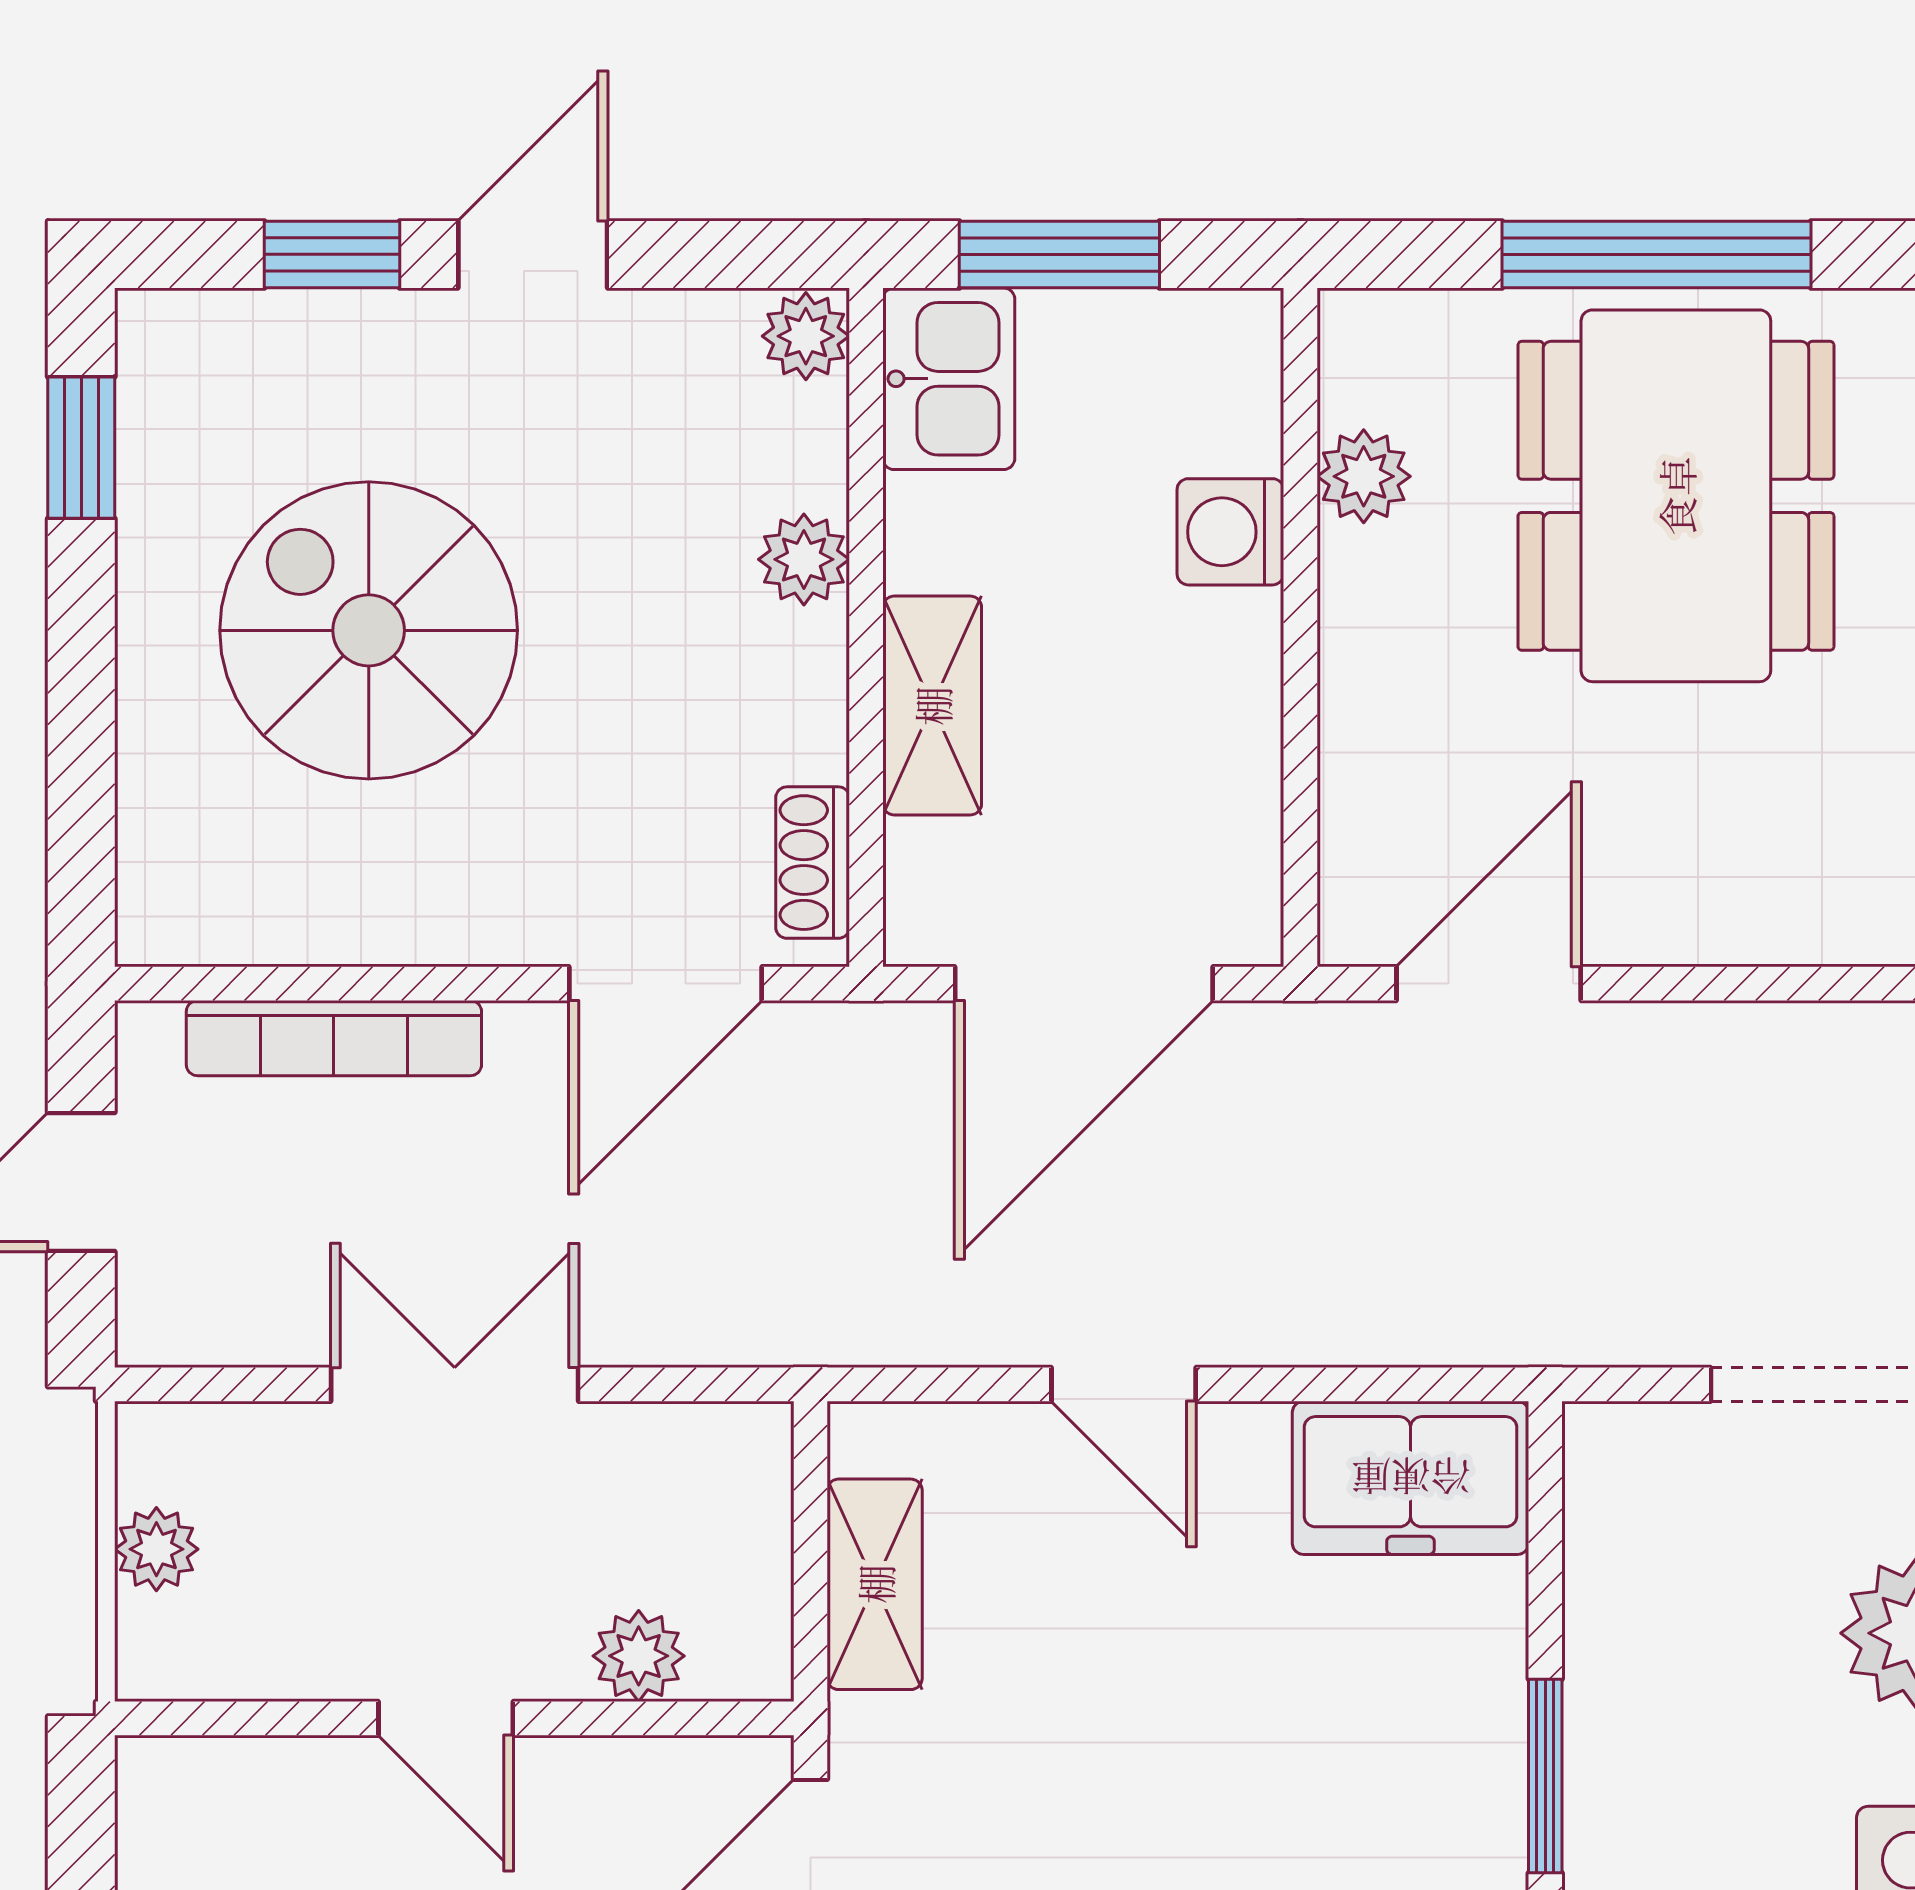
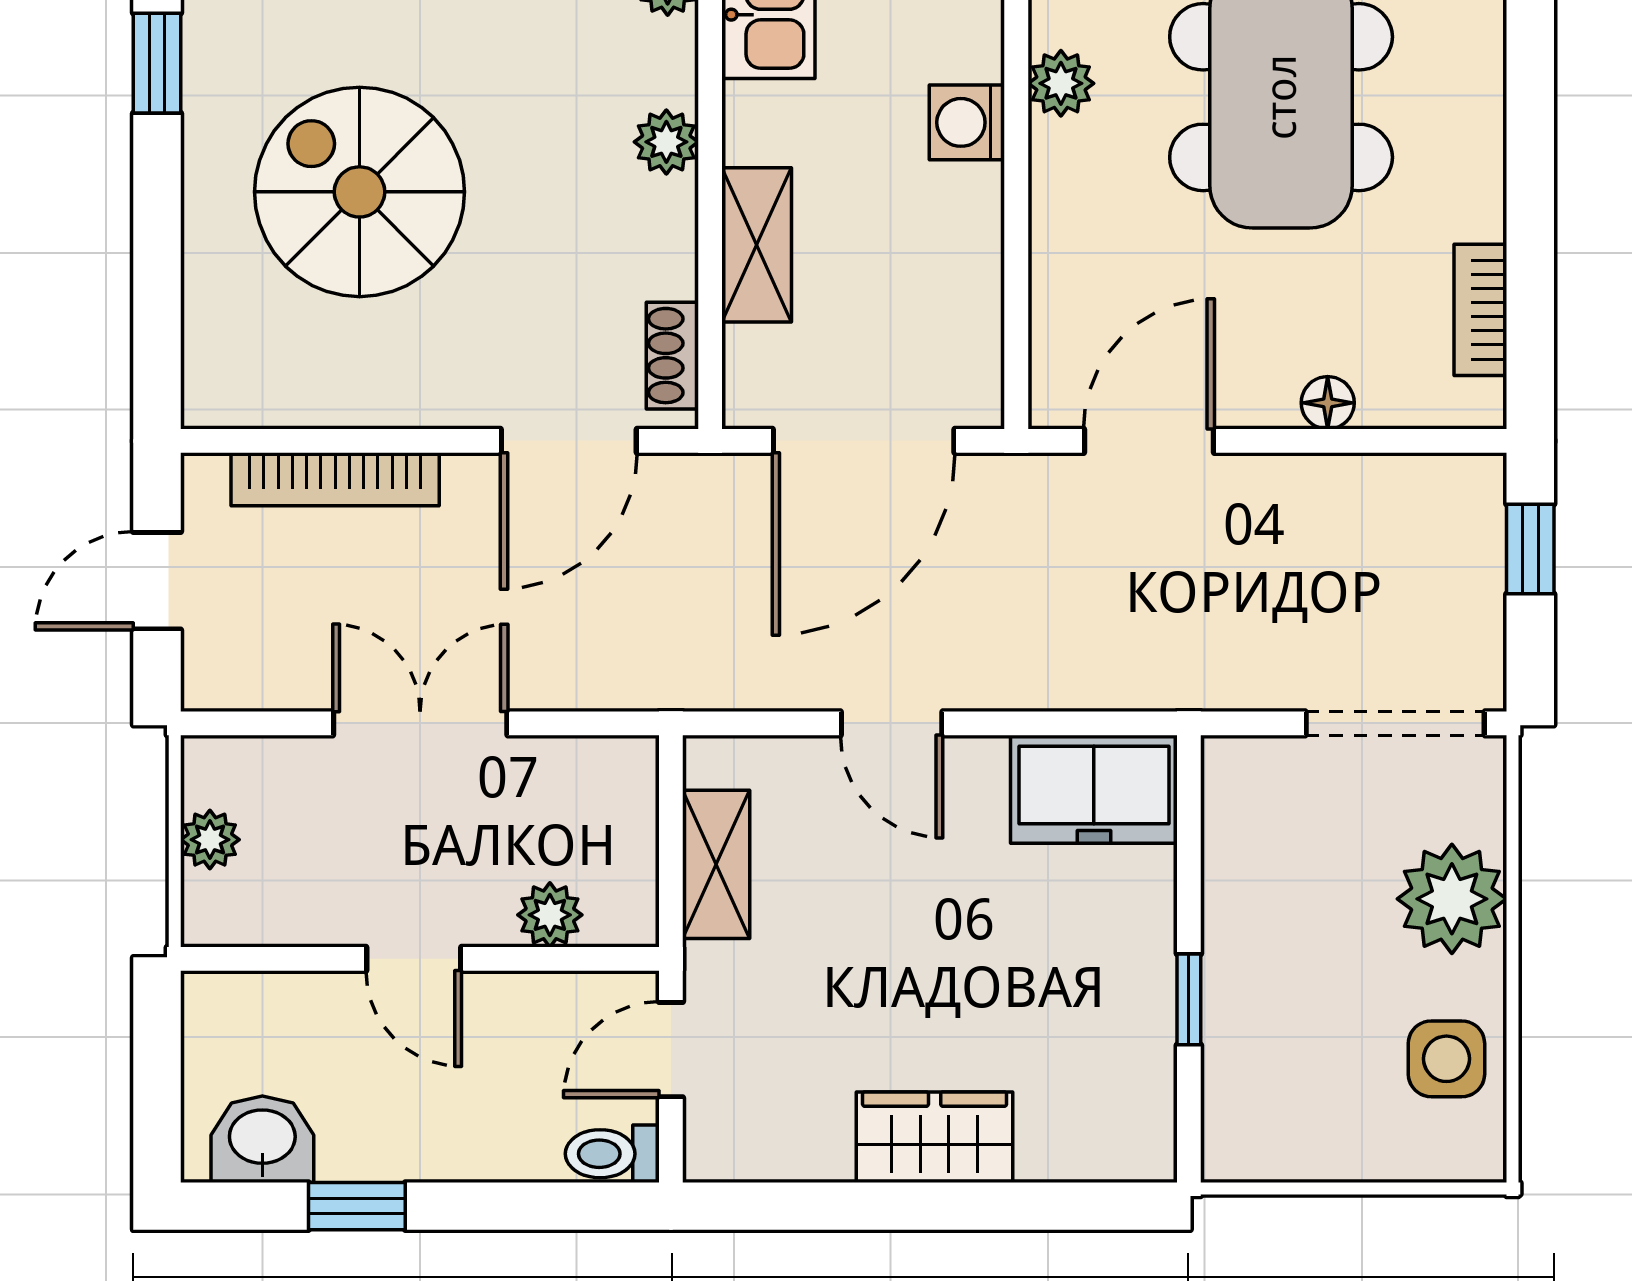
floor lamp: (1742, 930) -> (1328, 403), added
window: (1545, 1776) -> (1189, 999), width x0.67

